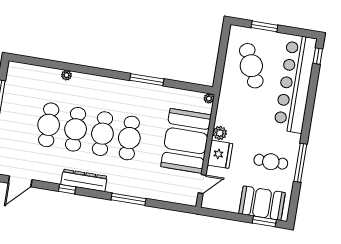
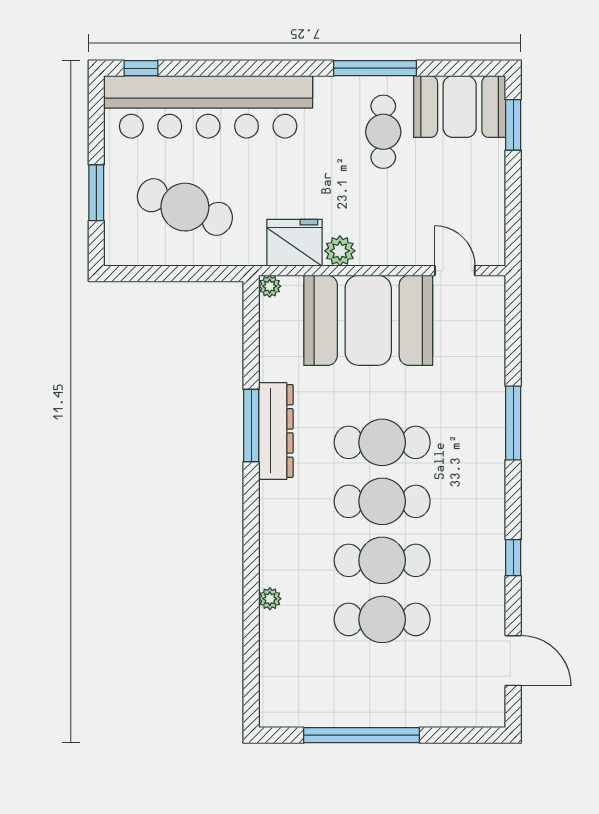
cafe table: (251, 66) -> (185, 207), turned 44
fridge: (220, 154) -> (294, 243), moved
dresser: (84, 180) -> (276, 431), moved, turned 180
booth: (262, 203) -> (460, 107), moved, turned 90

